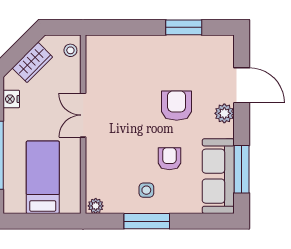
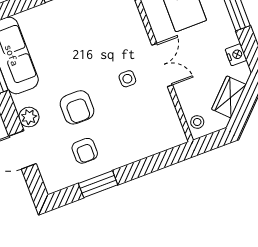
armchair: (169, 159) -> (85, 151), moved
side table: (146, 190) -> (127, 79), moved

